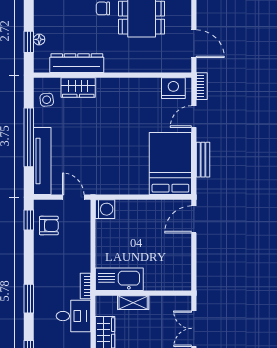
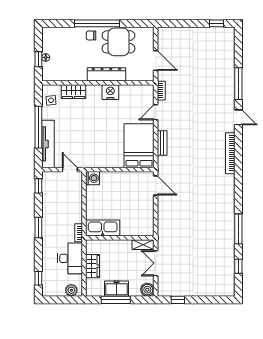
dresser: (77, 63) -> (106, 74), moved
nightstand: (173, 88) -> (110, 92), moved
door: (194, 219) -> (156, 185), swing flipped
armchair: (49, 226) -> (53, 190), removed
window: (29, 299) -> (38, 227), moved
shelving: (133, 303) -> (143, 245), moved
desk: (73, 316) -> (70, 258), width x1.37

